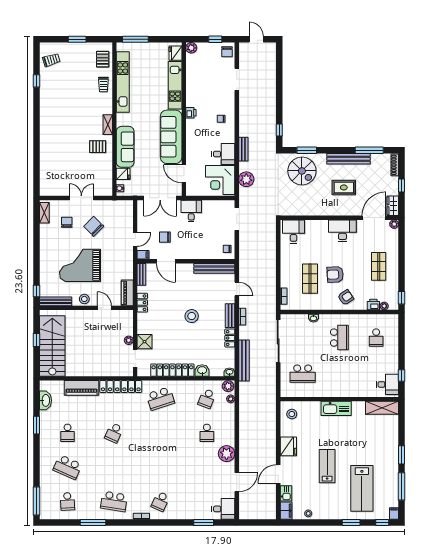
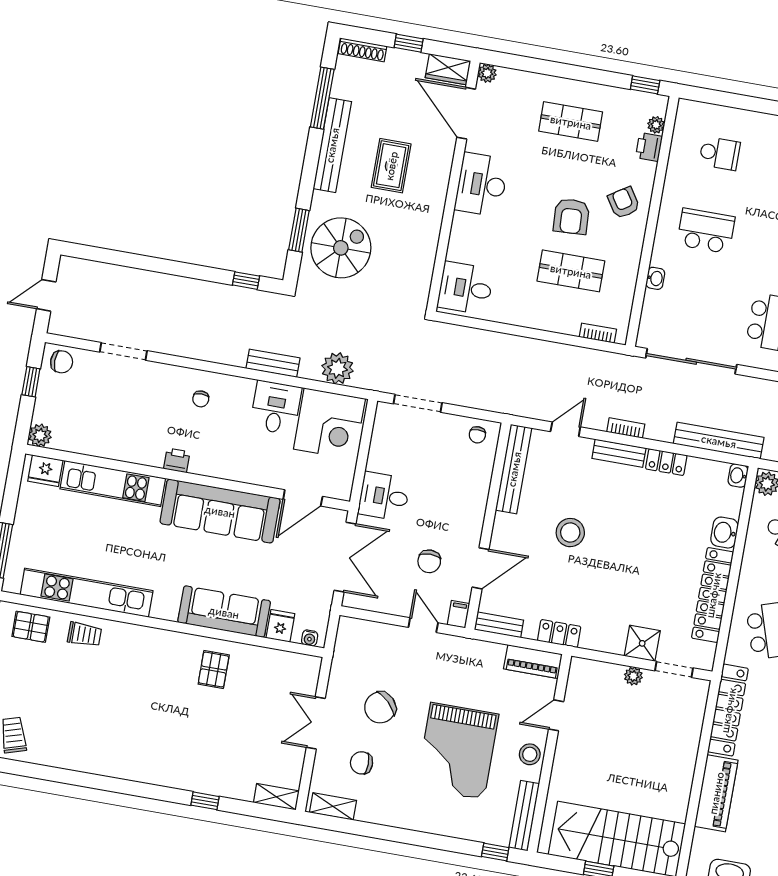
window: (37, 81) -> (205, 801), moved
shelving: (108, 125) -> (276, 797), moved
stool: (192, 316) -> (570, 533), moved

